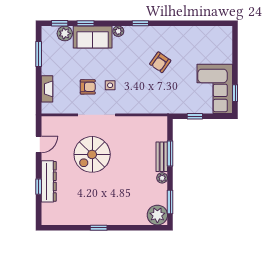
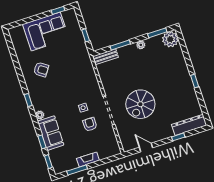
plant: (65, 33) -> (55, 155), removed
armchair: (160, 62) -> (41, 69), moved
fireplace: (47, 89) -> (88, 159), moved
corner sofa: (215, 89) -> (46, 31), moved
spiral stairs: (92, 154) -> (140, 104), turned 90
bench: (162, 157) -> (106, 57), moved
dresser: (49, 181) -> (189, 125), moved

